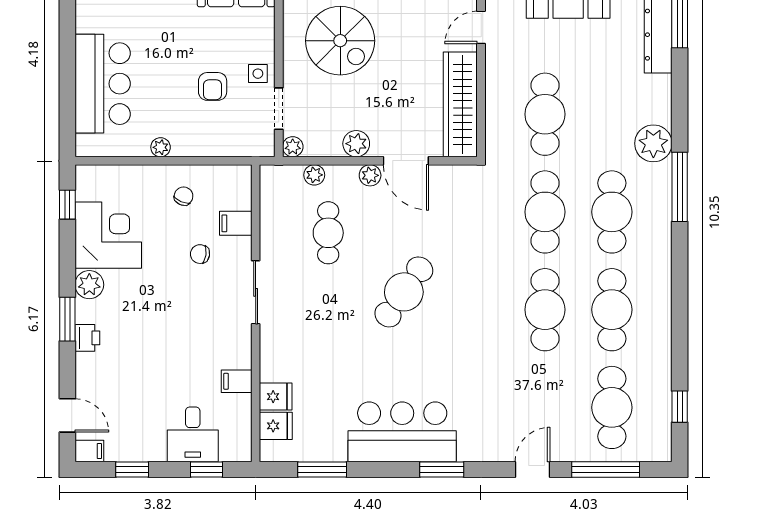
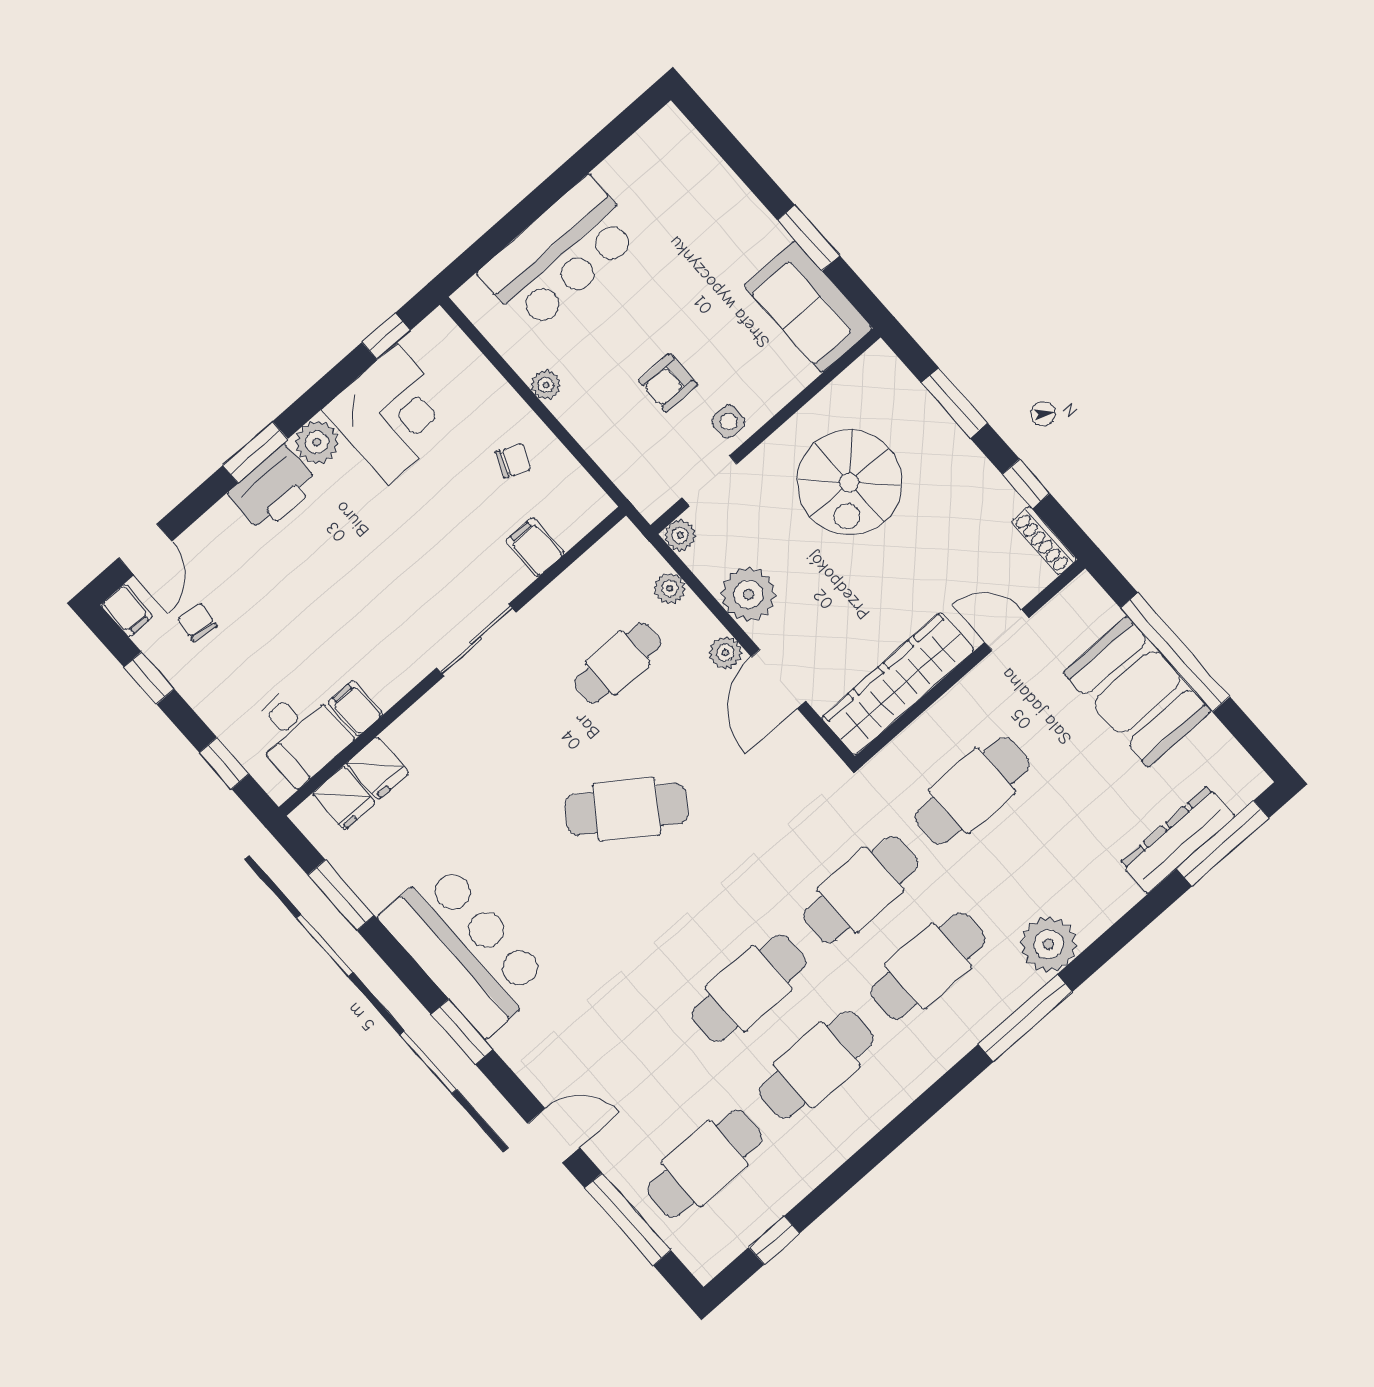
plant: (356, 144) -> (748, 594), width x1.36, depth x1.36
chair: (200, 254) -> (197, 622), moved
printer: (87, 338) -> (273, 489), width x1.87, depth x1.48
desk: (193, 434) -> (299, 734), moved, turned -90

